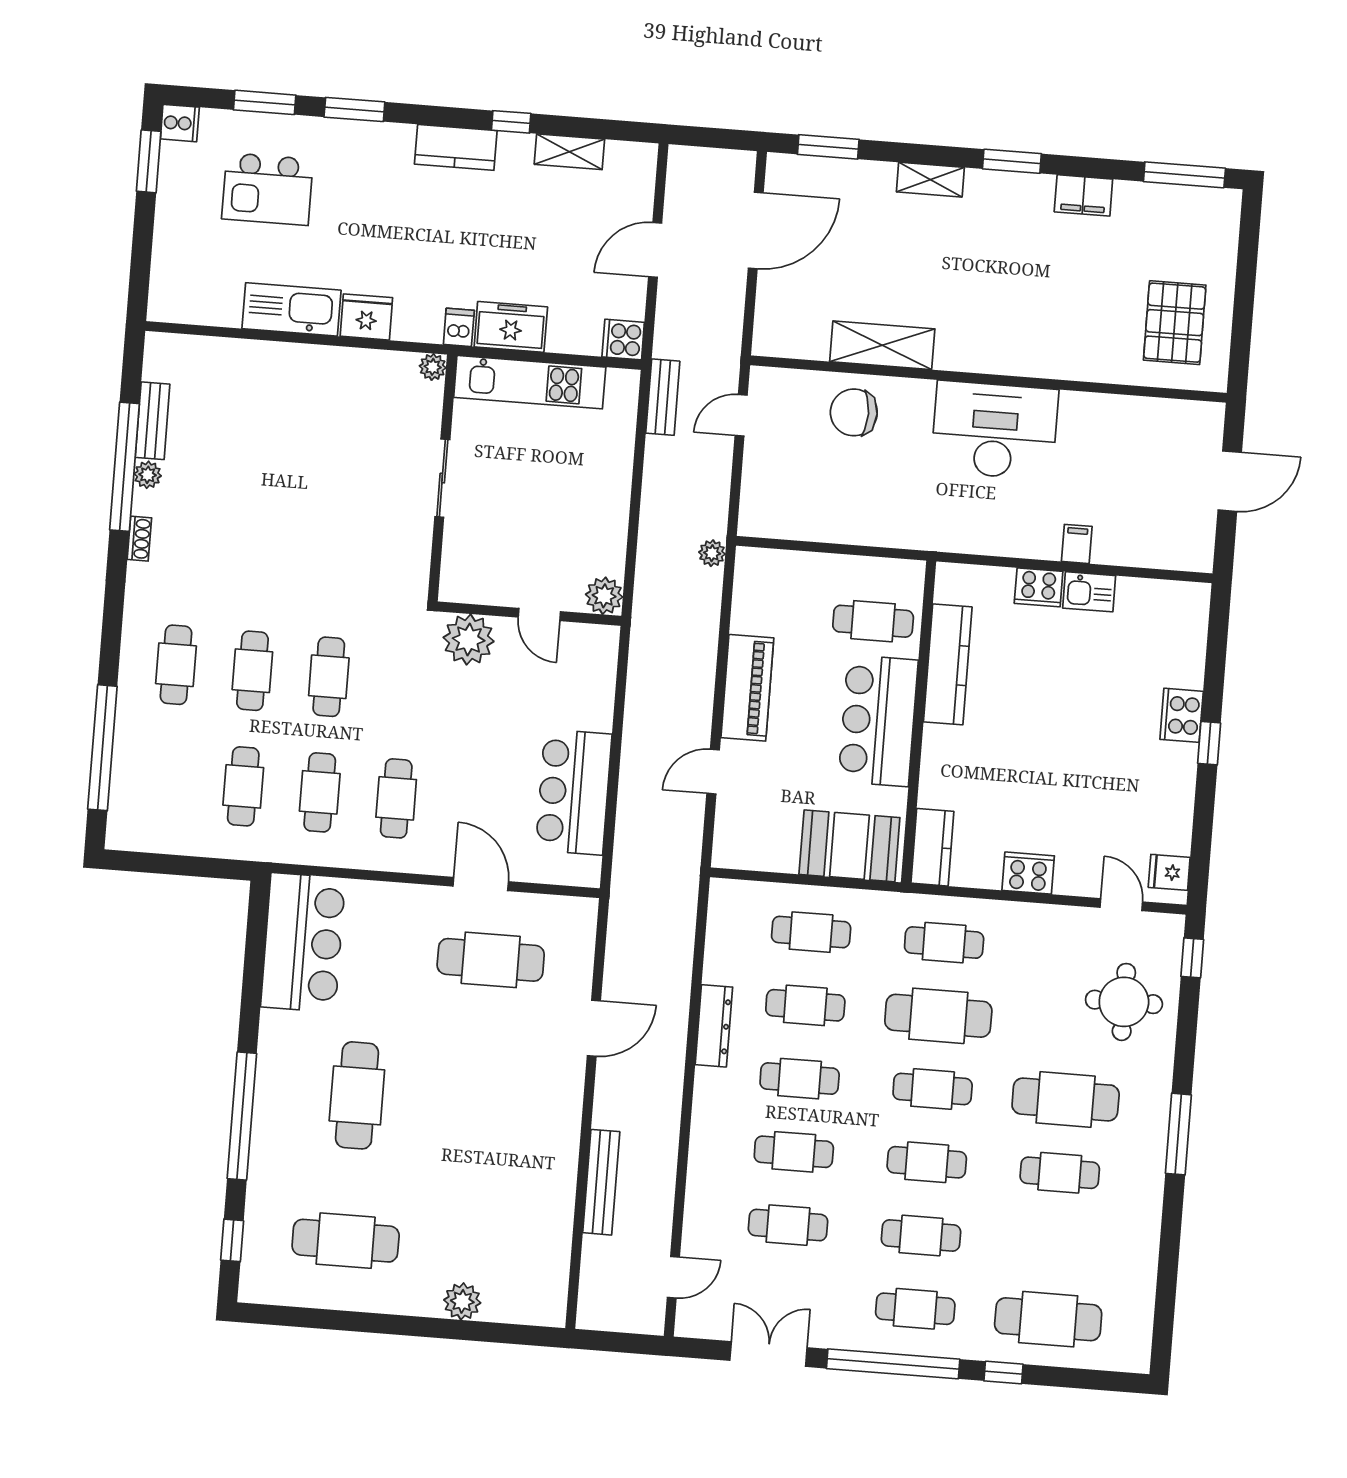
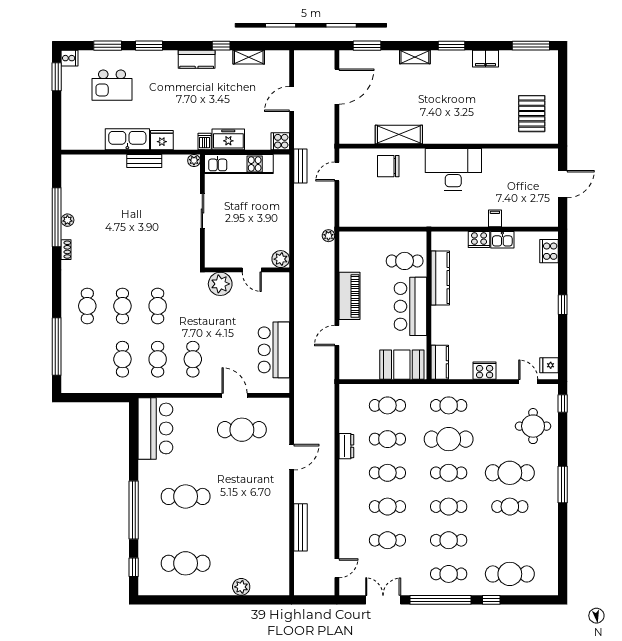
bench: (153, 421) -> (144, 161), moved, turned 90
cooker: (1182, 715) -> (549, 251), moved
dresser: (714, 1026) -> (346, 446), width x0.70
cafe table: (357, 1095) -> (186, 496), turned 90

